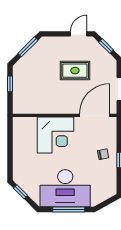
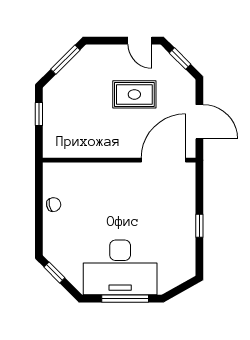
door: (79, 34) -> (140, 41), swing flipped
corner desk: (56, 135) -> (106, 189), removed
chair: (103, 154) -> (54, 205), moved

